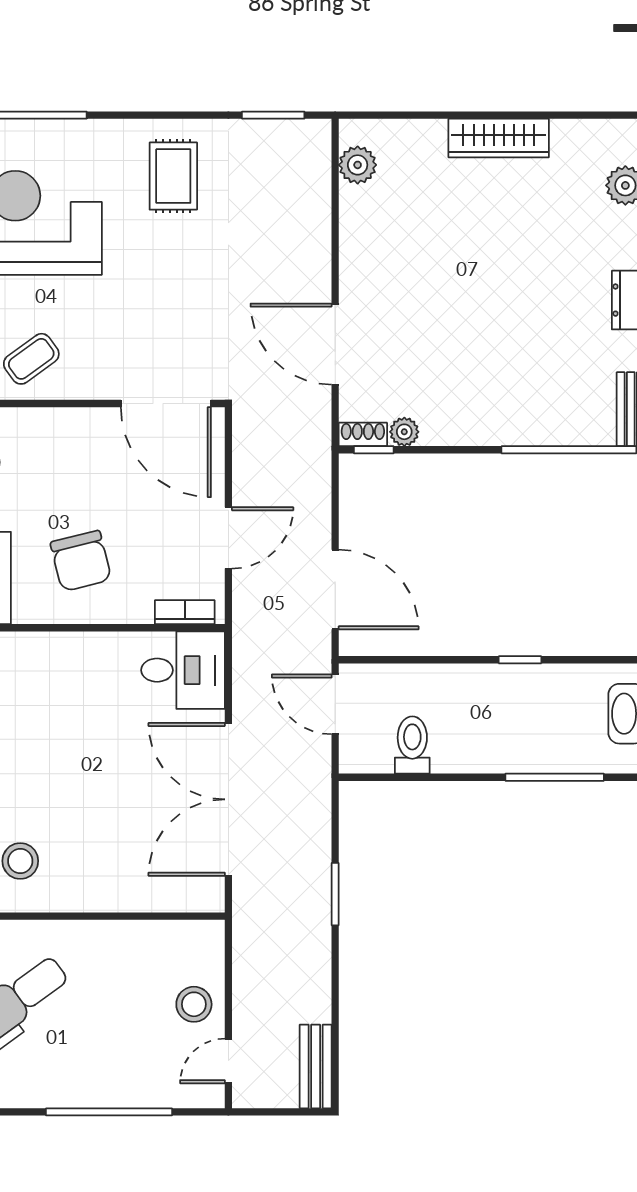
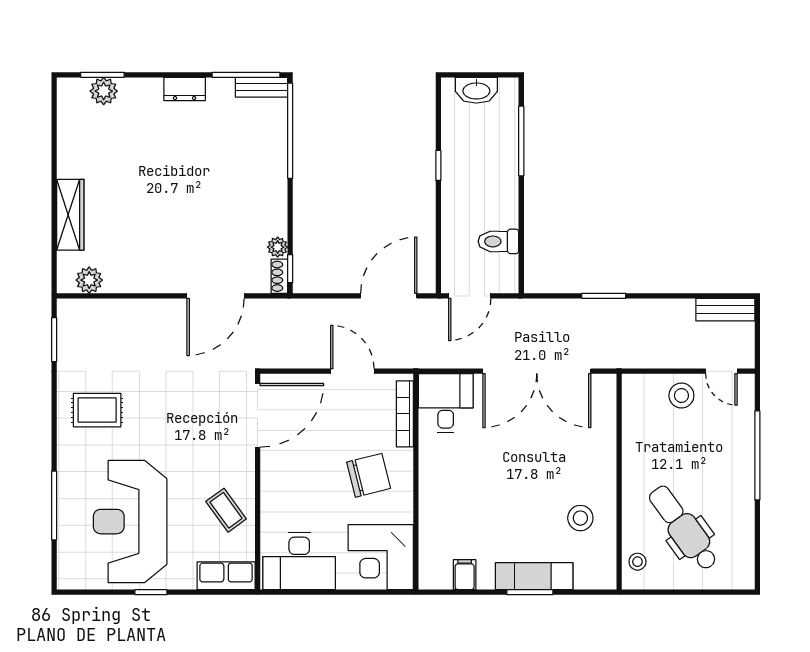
wardrobe: (499, 138) -> (70, 215), moved
bookcase: (185, 612) -> (405, 414), width x1.56

